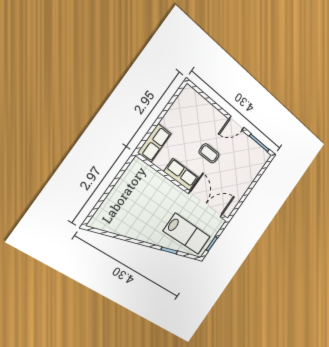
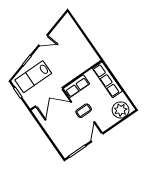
plant: (193, 104) -> (121, 110), added
row of seats: (154, 143) -> (107, 80), width x1.48
door: (136, 242) -> (43, 40), added

